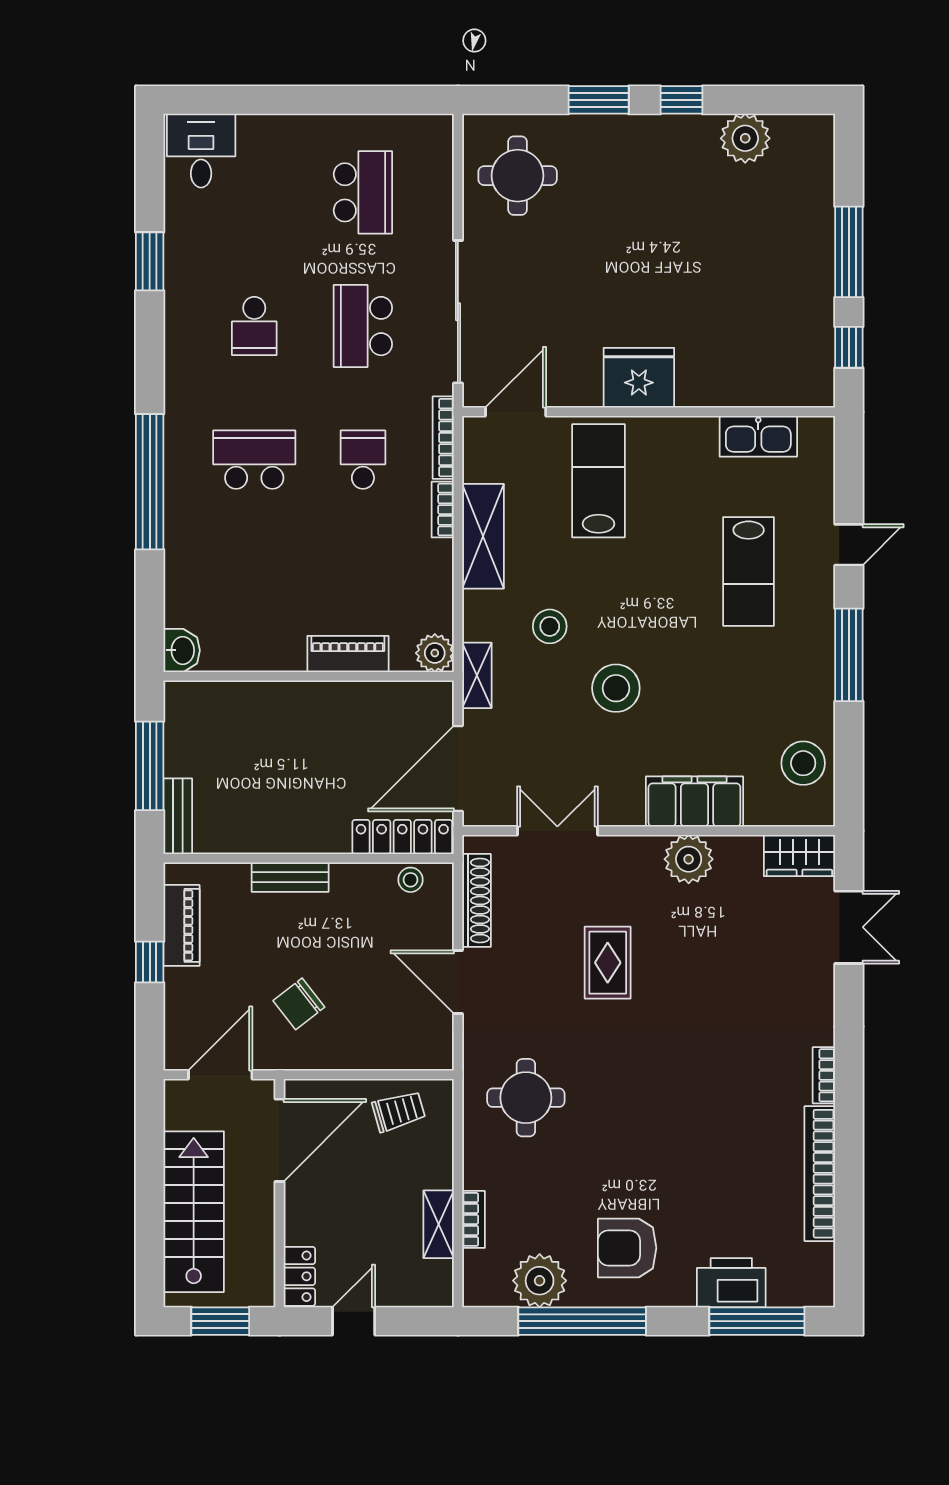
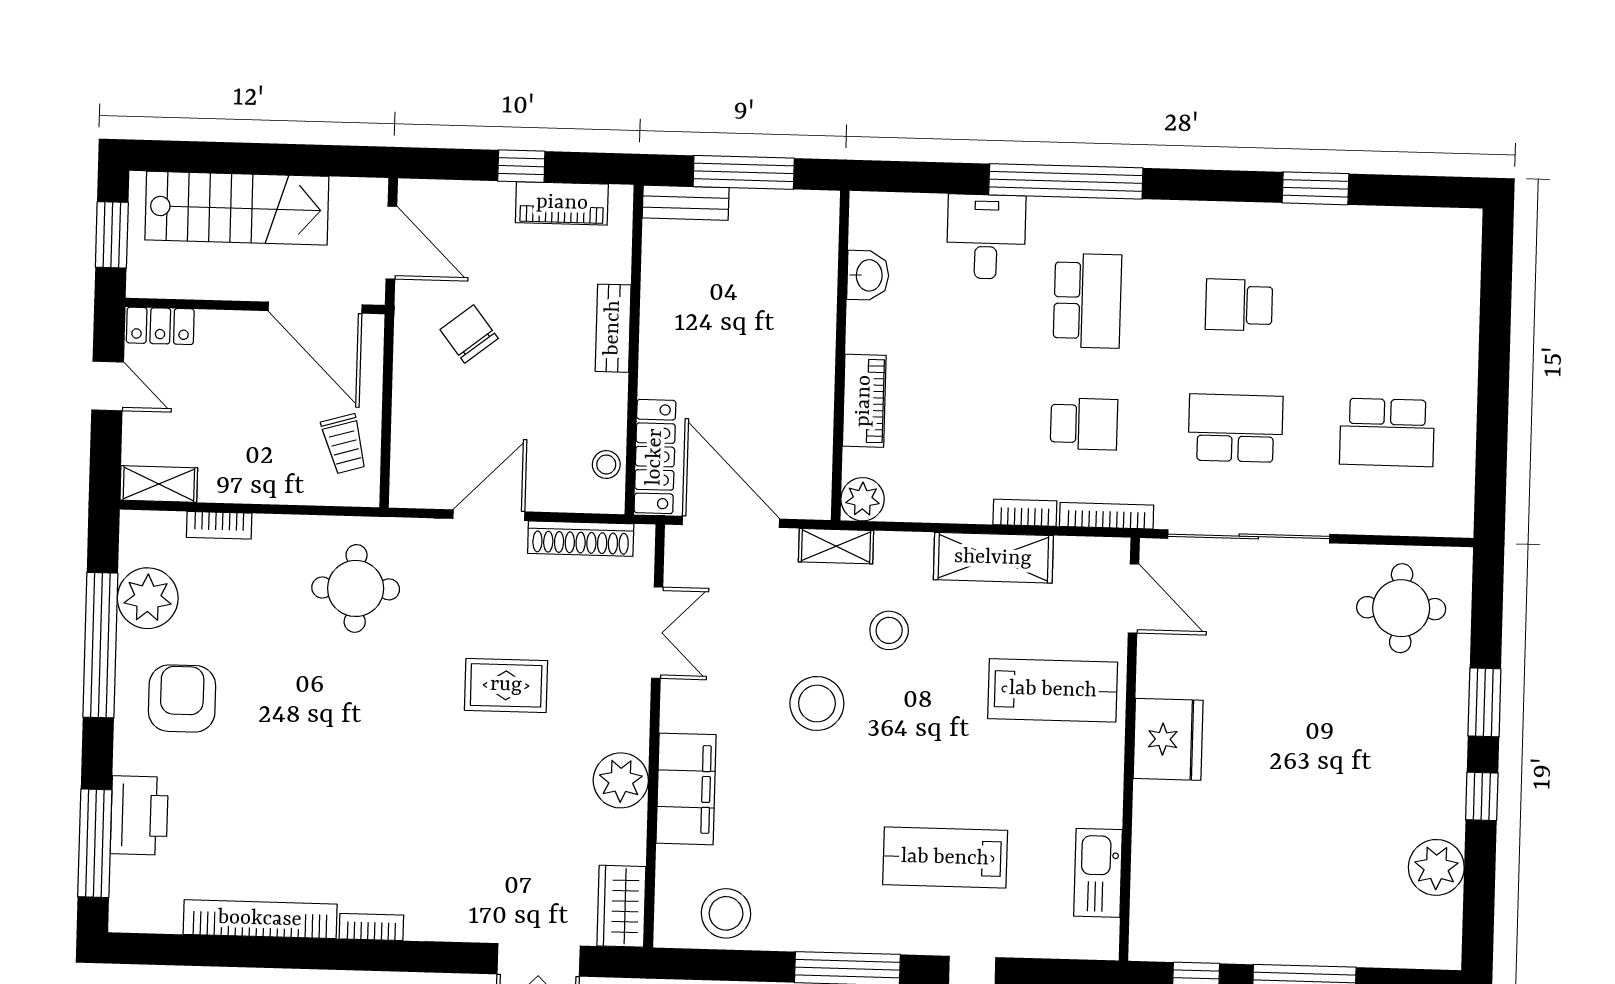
desk: (201, 151) -> (986, 237), moved, turned -90
washbasin: (182, 650) -> (868, 275), moved, turned -90
shelving: (439, 1224) -> (159, 484), moved

